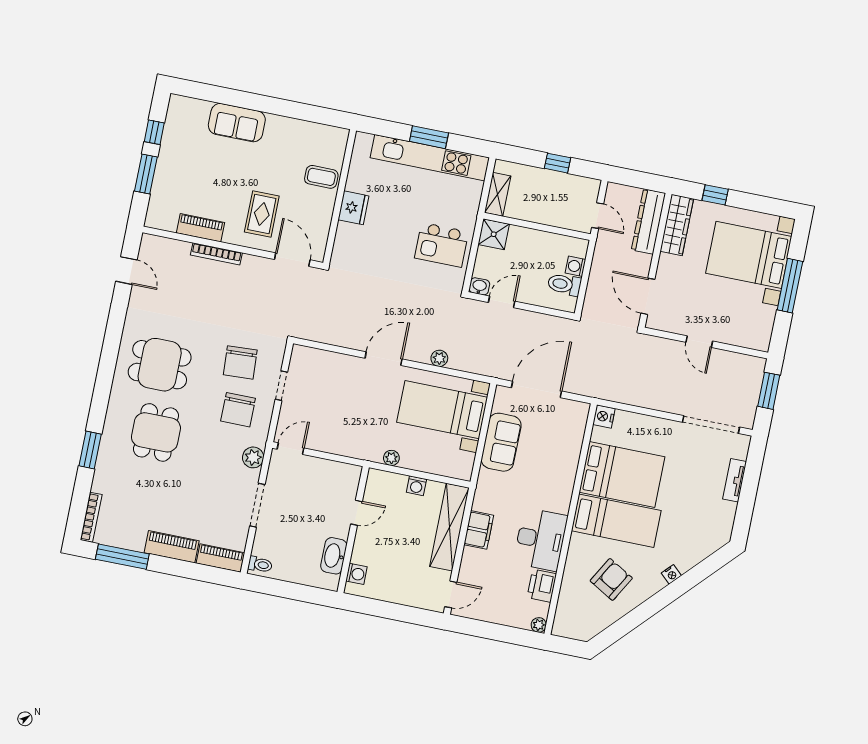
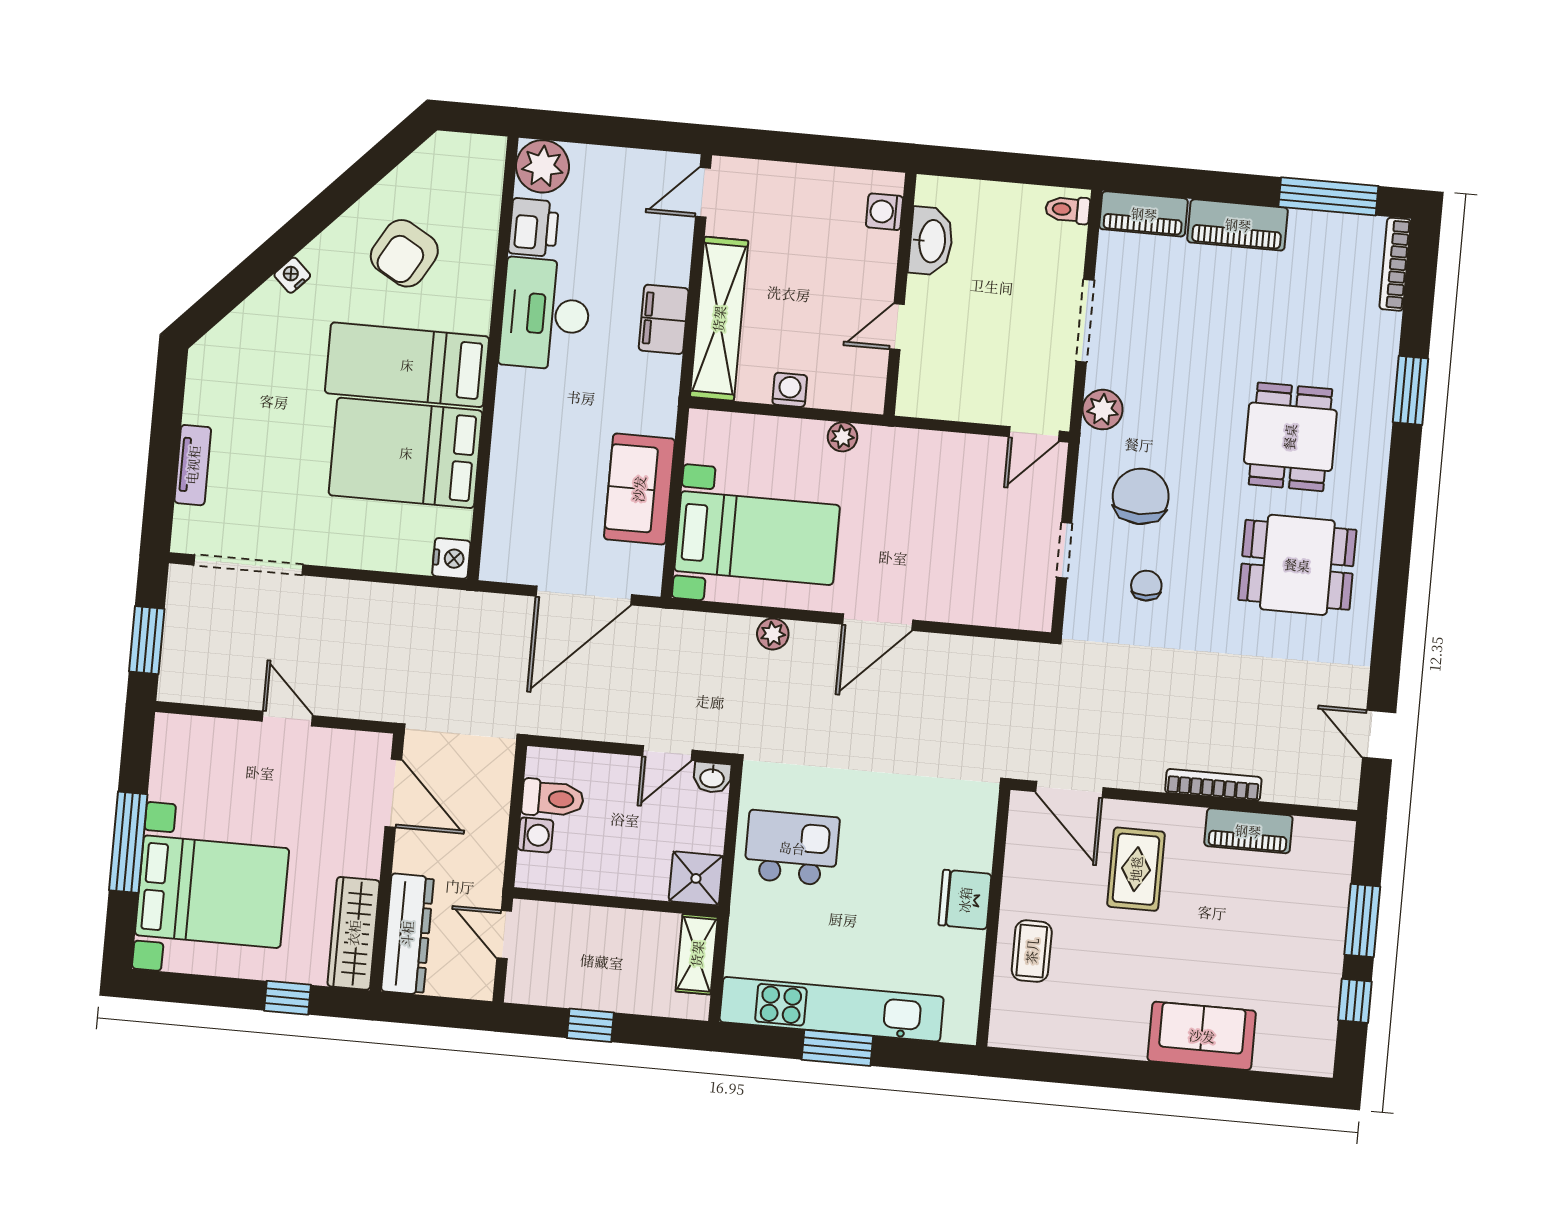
coffee table: (321, 177) -> (1032, 951), turned 90
chair: (240, 362) -> (1146, 586), width x0.54, depth x0.54
plant: (539, 625) -> (543, 166), width x1.88, depth x1.88

